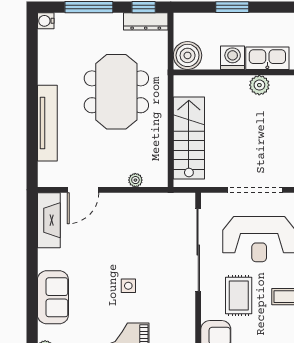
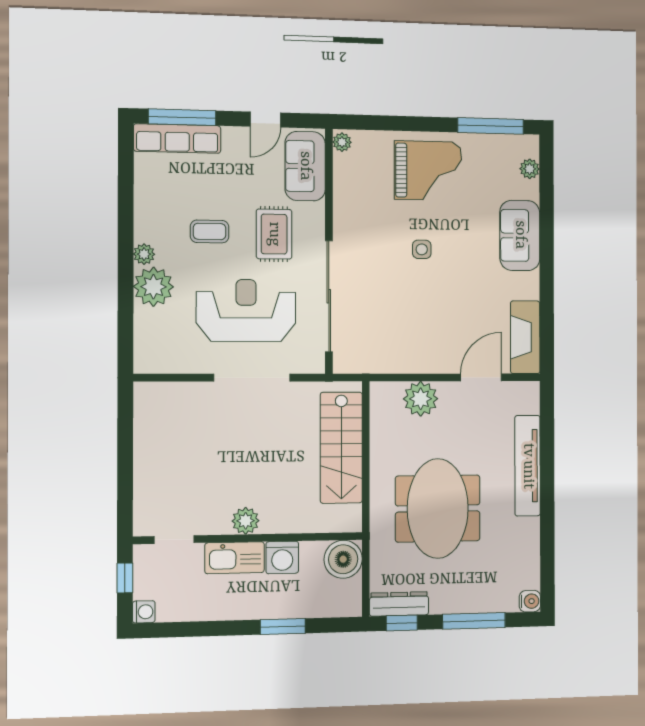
plant: (135, 180) -> (421, 399), width x1.88, depth x1.88

